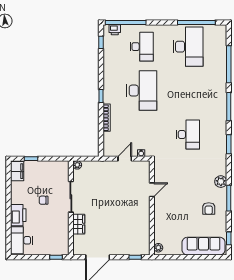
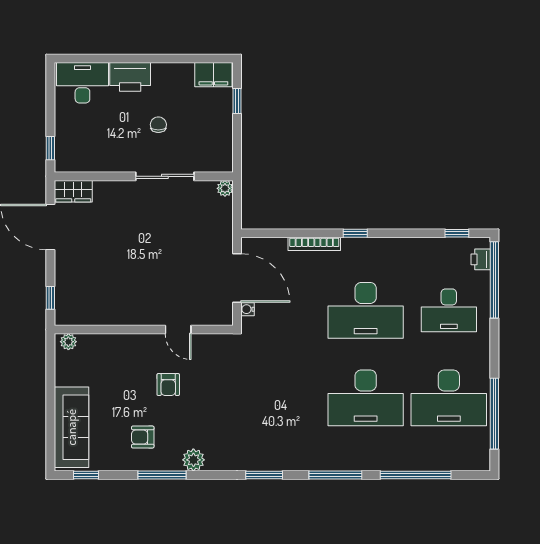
desk: (188, 134) -> (366, 398), moved, width x1.36, depth x1.30
door: (125, 159) -> (237, 278), width x1.88
armchair: (181, 195) -> (168, 385), added
wardrobe: (79, 224) -> (73, 191), moved

